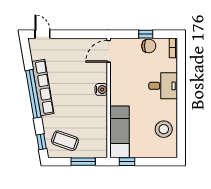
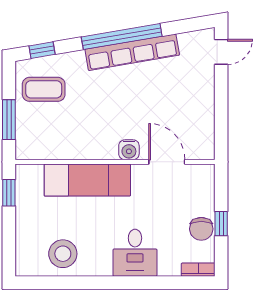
door: (109, 51) -> (167, 162), moved
exam couch: (119, 132) -> (87, 180), moved
coffee table: (65, 141) -> (44, 89), turned 71

